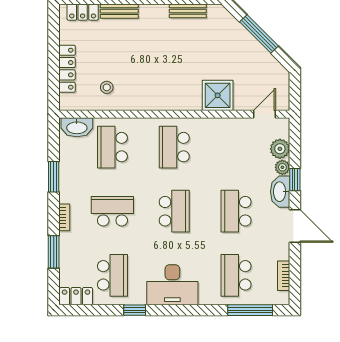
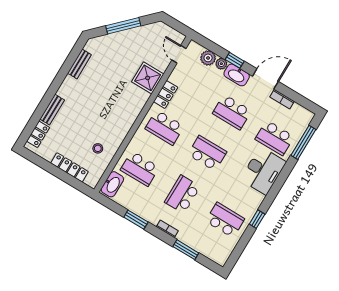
bookcase: (284, 276) -> (282, 99), moved
desk: (172, 285) -> (263, 171), moved
locker: (76, 296) -> (166, 95), moved, turned 180

